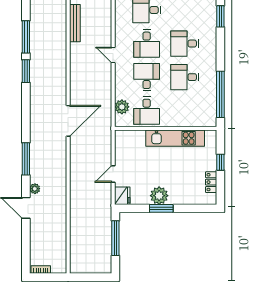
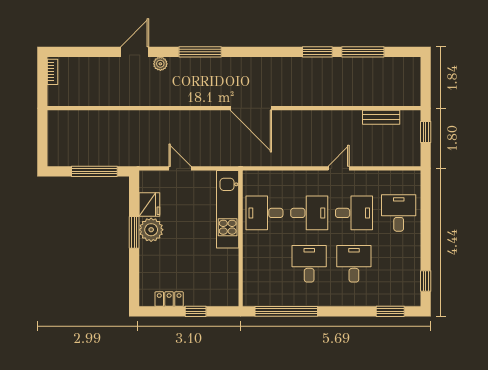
bench: (75, 23) -> (381, 117), width x0.73
desk: (147, 44) -> (354, 213), turned 180
plant: (122, 107) -> (270, 180), removed
kitchen unit: (175, 138) -> (228, 209), moved
fridge: (122, 196) -> (149, 205), moved, turned -90

